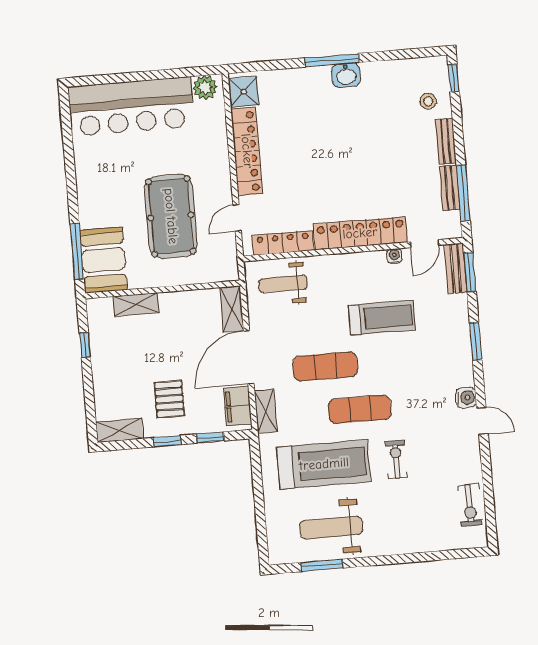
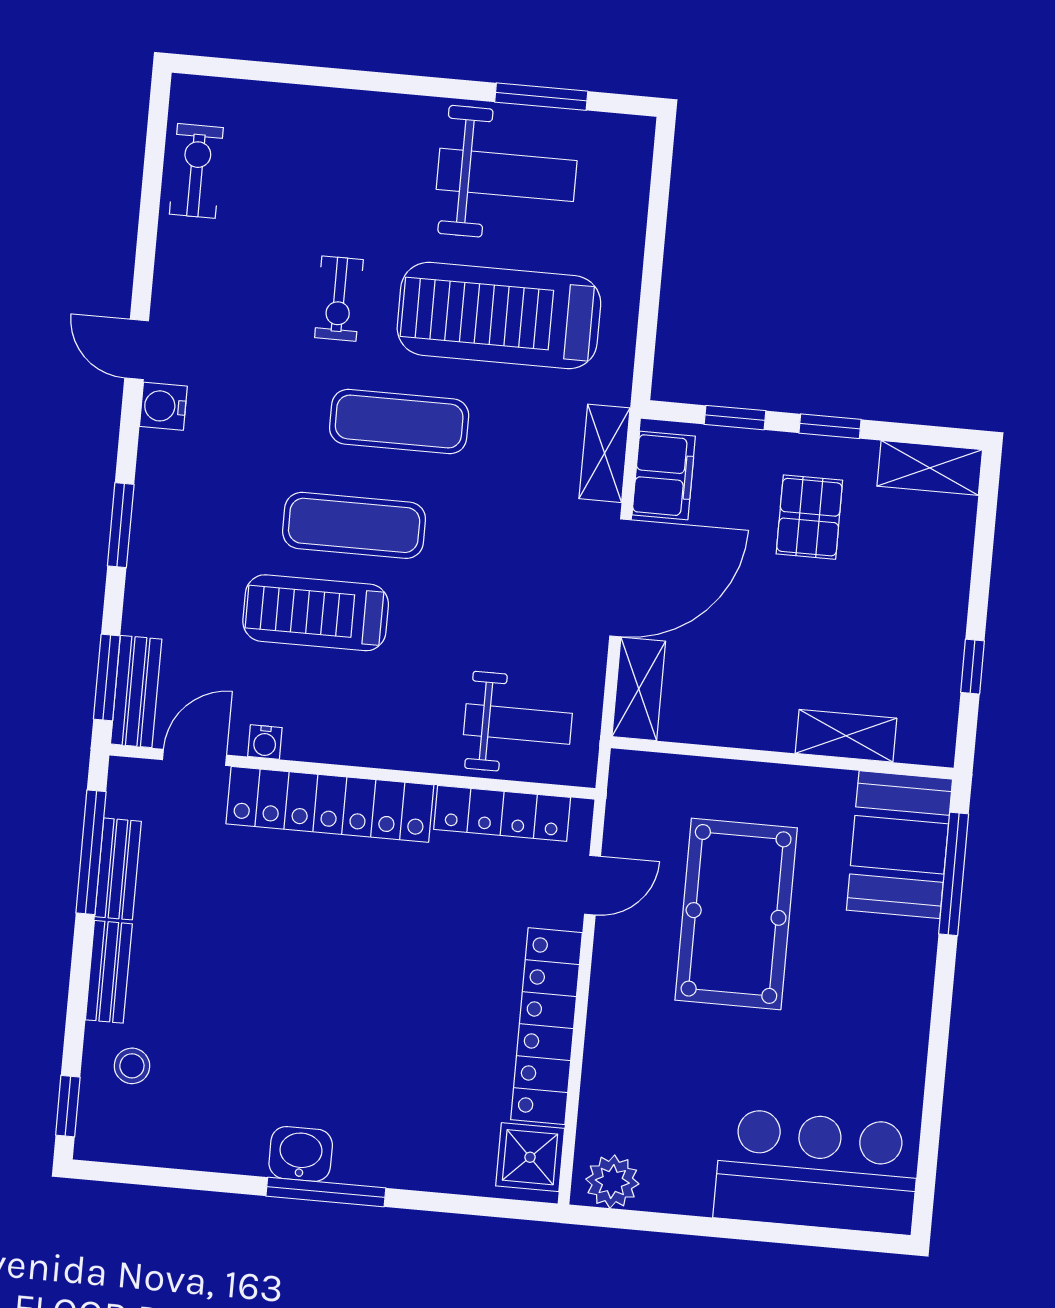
bar counter: (131, 107) -> (817, 1172), width x0.73
exercise mat: (325, 366) -> (354, 525), moved

